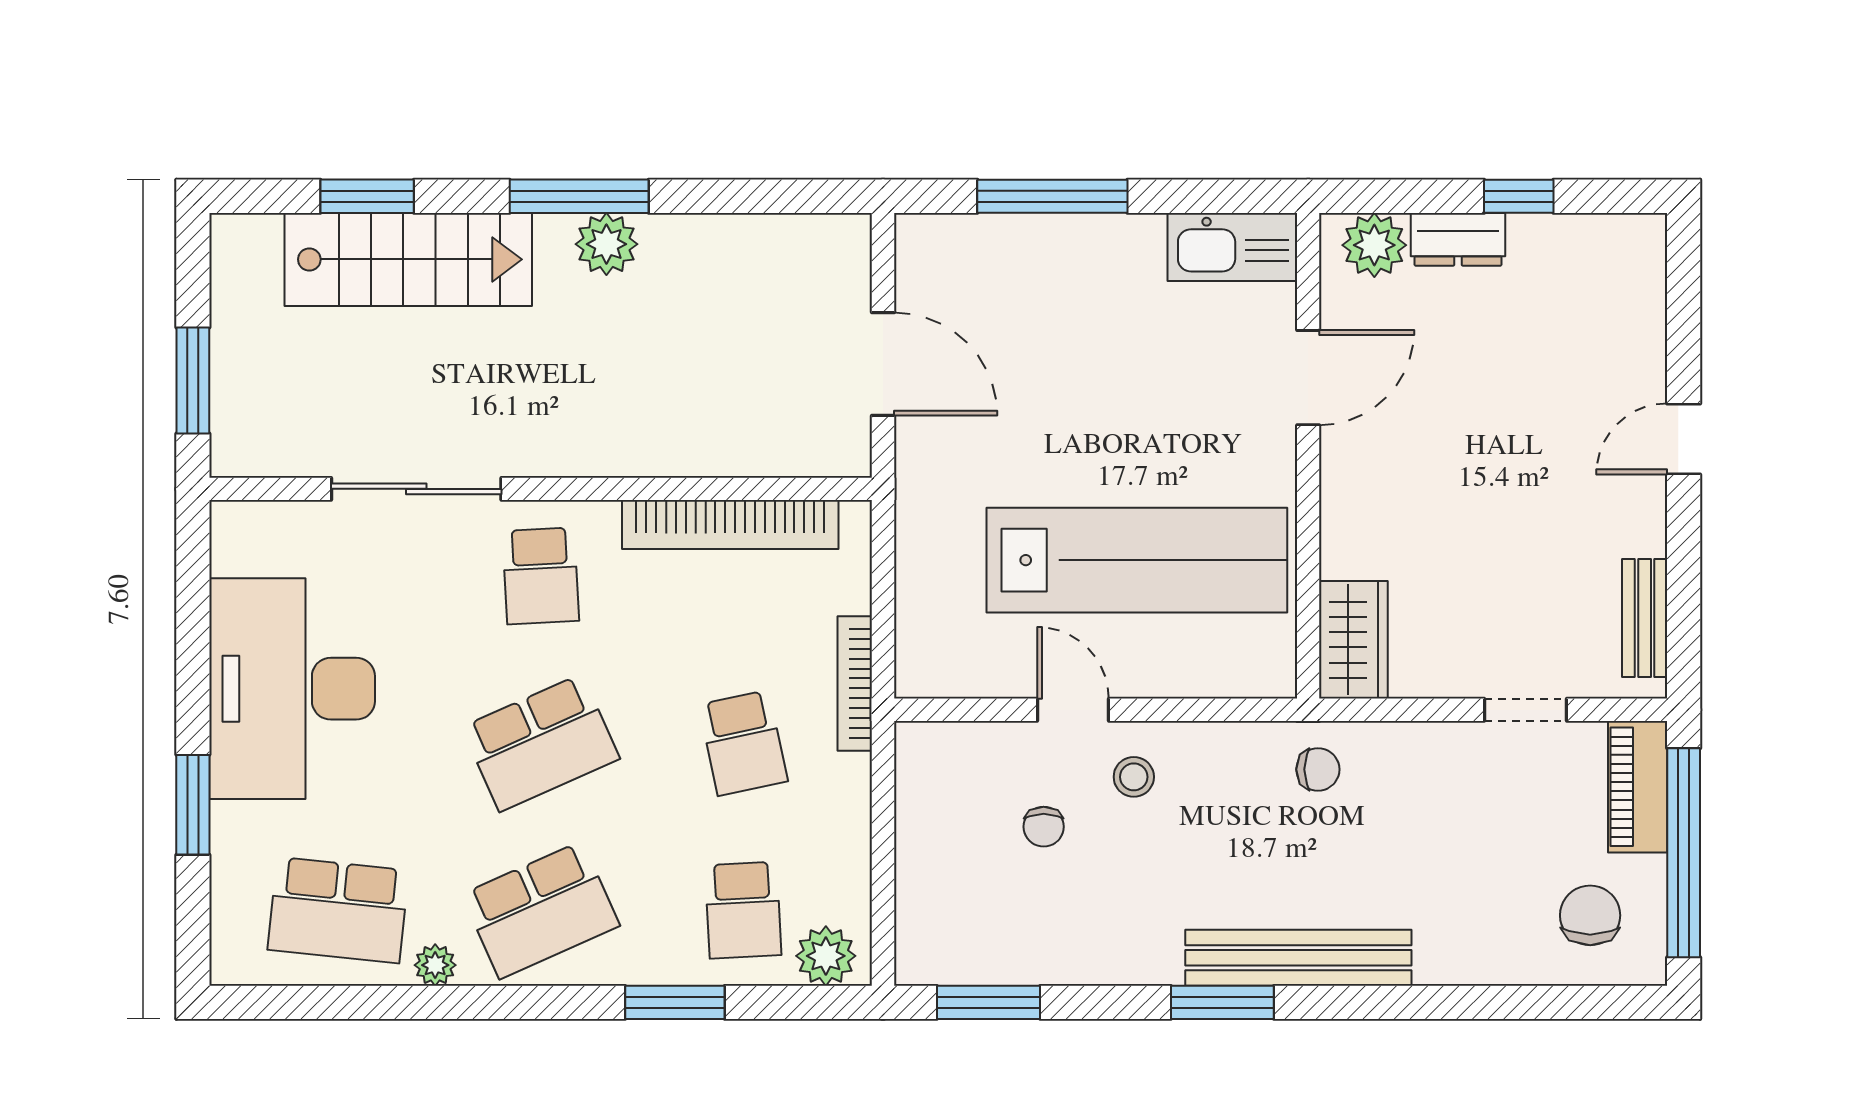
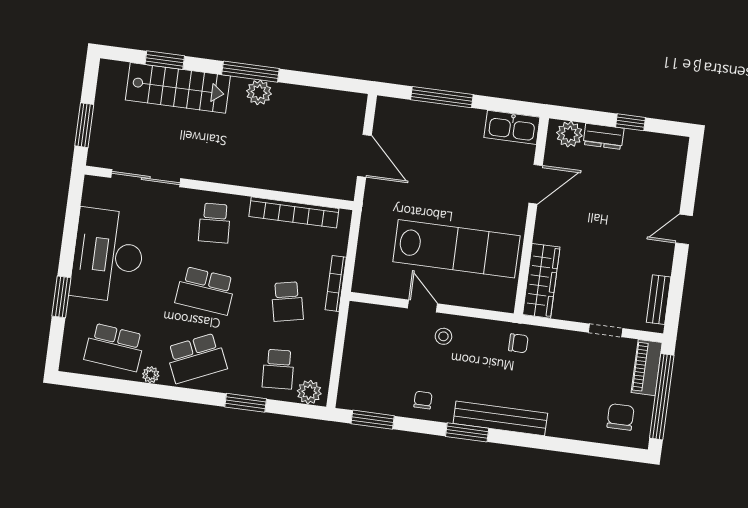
sliding door: (416, 489) -> (146, 178), moved
wardrobe: (1353, 640) -> (541, 281), width x1.50
school desk: (541, 743) -> (205, 291), turned 30
chair: (1044, 827) -> (423, 400), moved, turned 180

